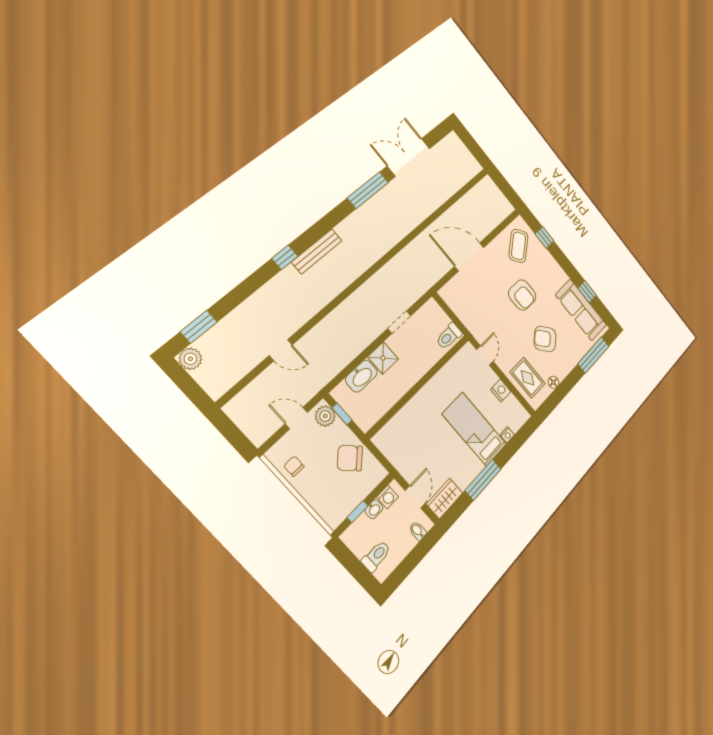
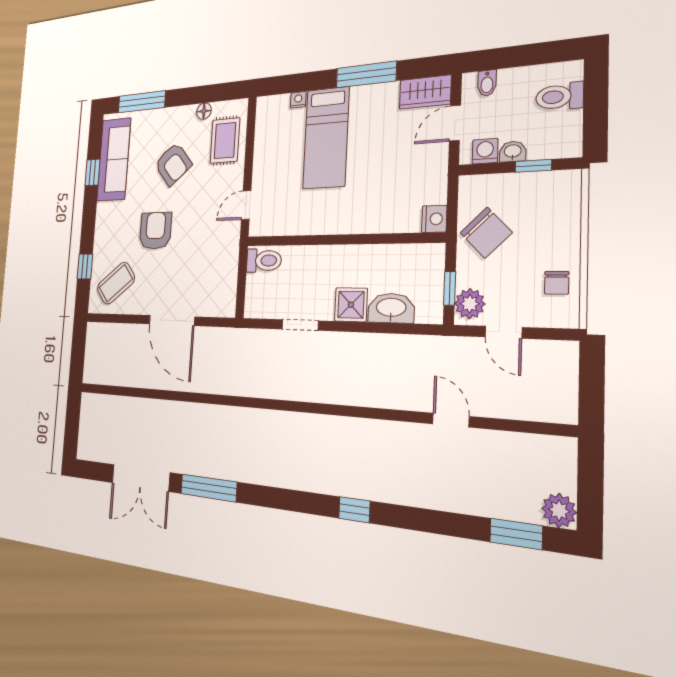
bench: (317, 251) -> (316, 482), removed
nightstand: (501, 390) -> (434, 219), moved, turned 180

